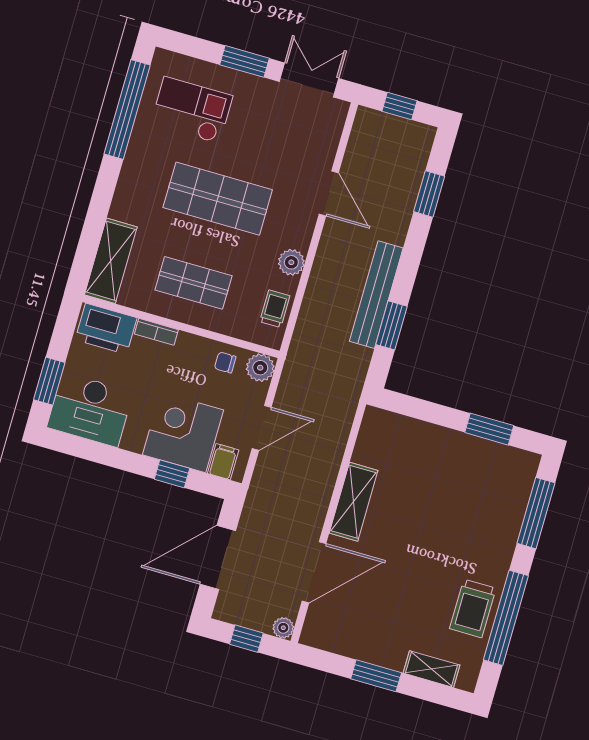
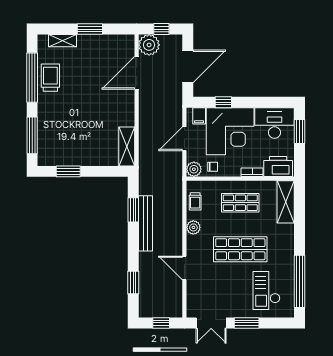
checkout: (192, 110) -> (266, 290), turned 90
corner desk: (183, 432) -> (230, 131), width x1.36, depth x1.36
shelving: (354, 502) -> (127, 146), moved
plant: (283, 628) -> (149, 45), width x1.88, depth x1.88

